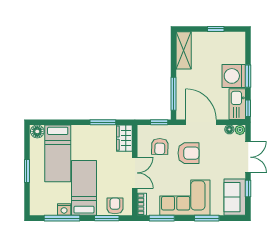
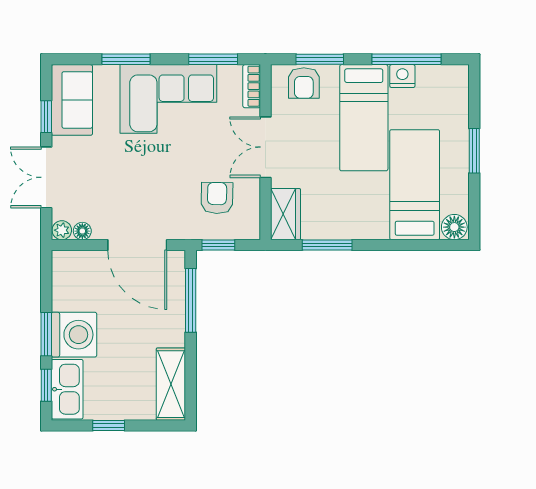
kitchen sink: (237, 104) -> (67, 389), moved
window: (248, 108) -> (46, 385), moved
armchair: (188, 153) -> (161, 185), removed

